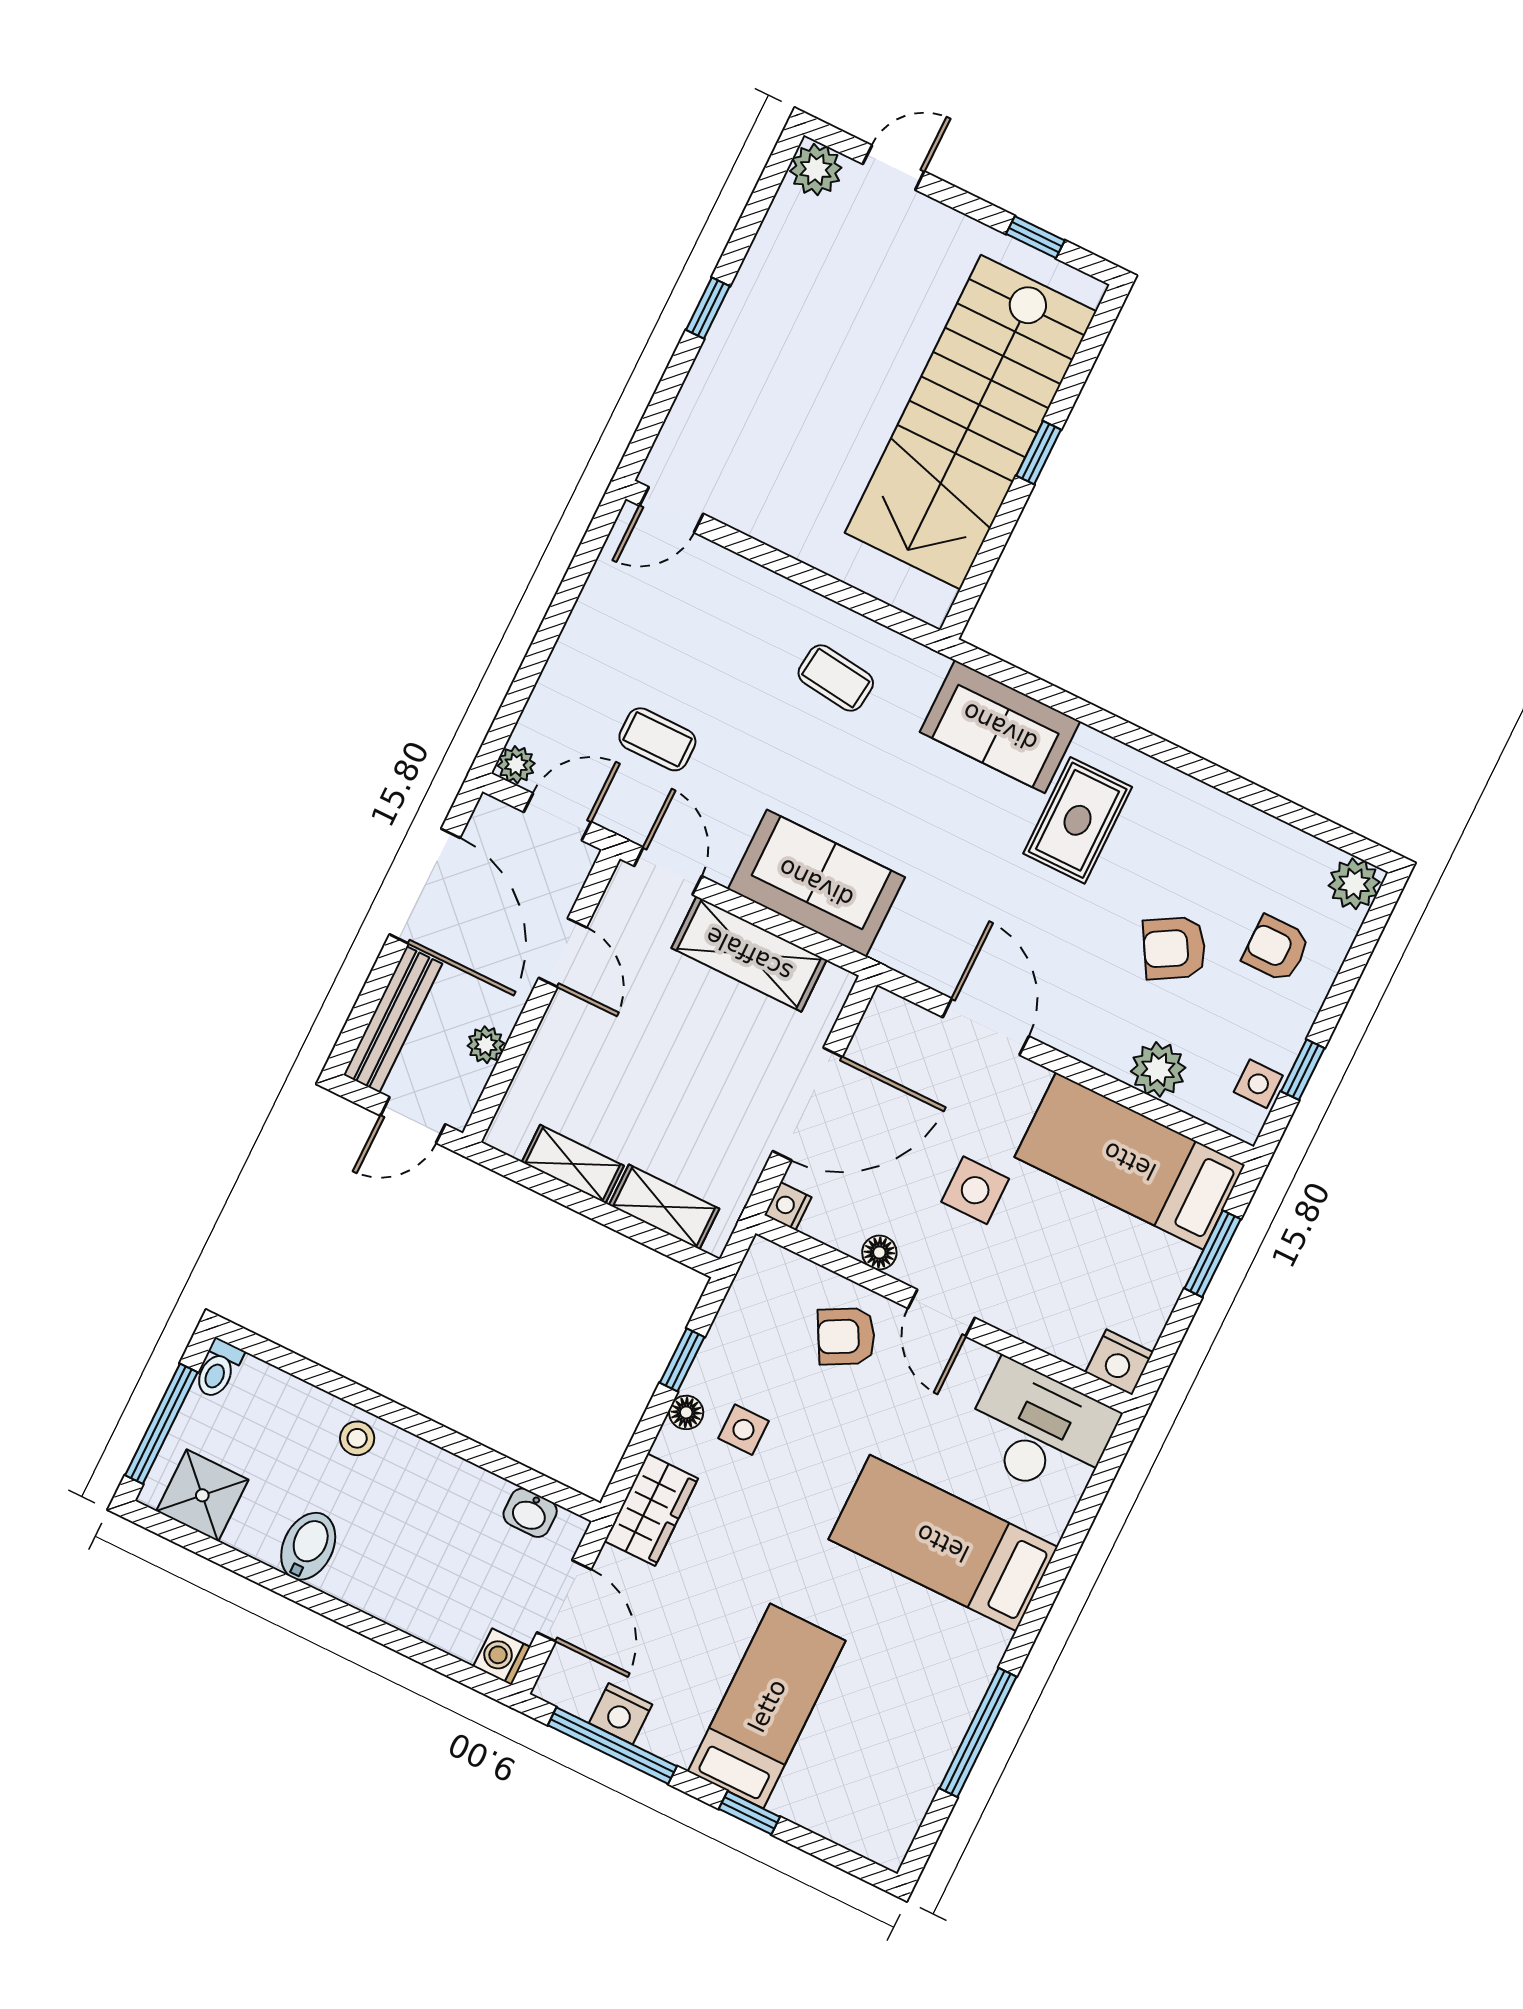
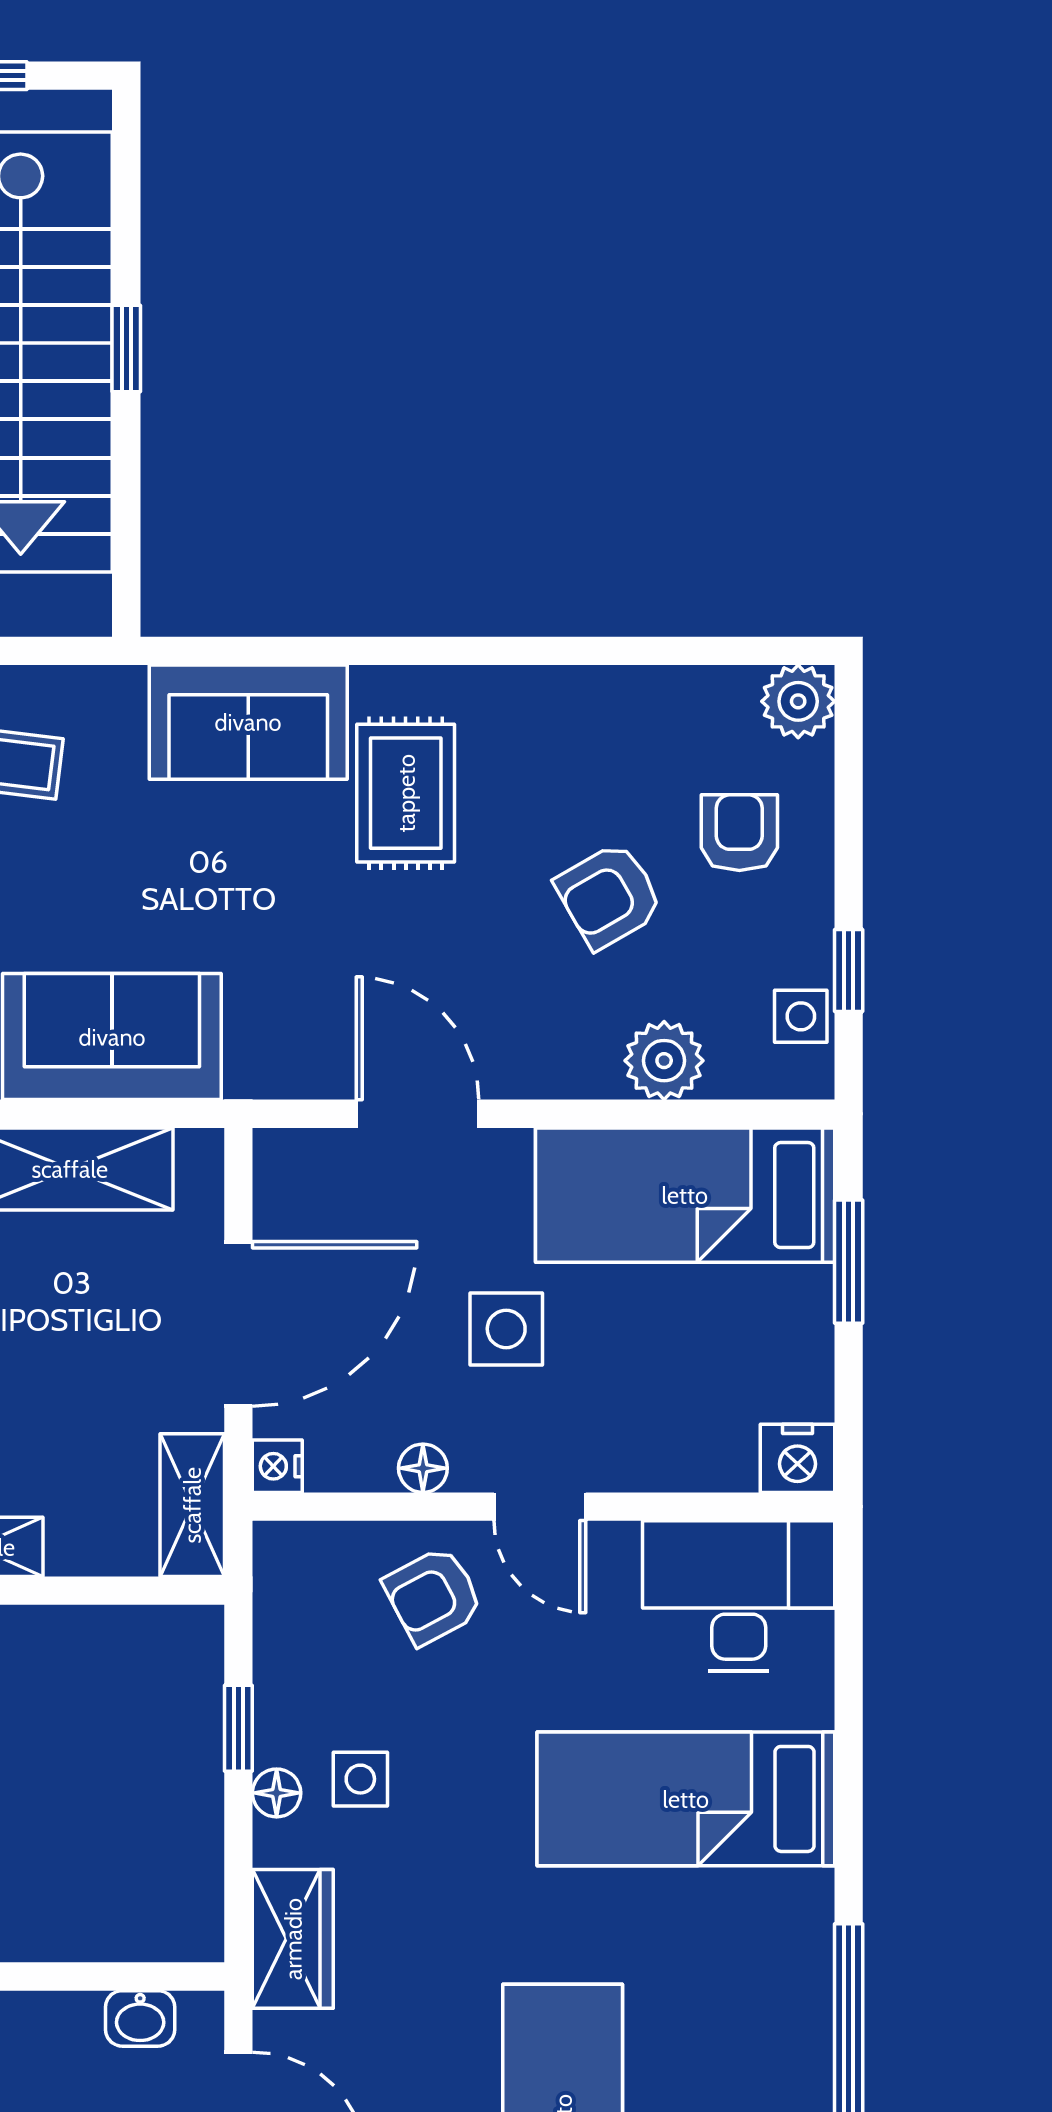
armchair: (1276, 949) -> (739, 833), turned 90
shelving: (664, 1207) -> (192, 1505), moved, turned 90

